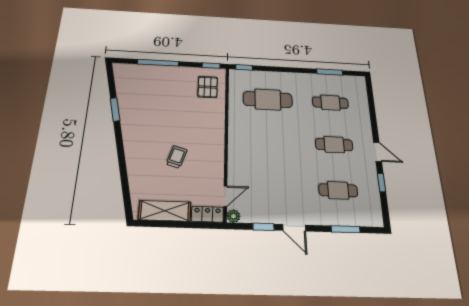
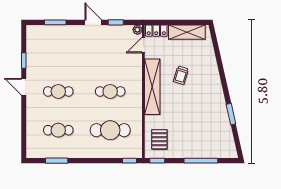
shelving: (215, 145) -> (152, 87), added
cafe table: (338, 190) -> (110, 91), moved

